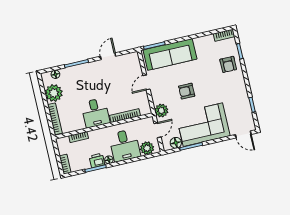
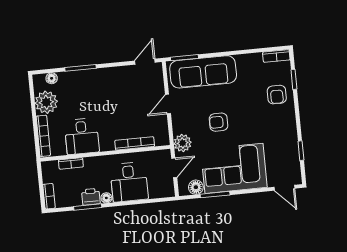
door: (108, 56) -> (145, 62), moved
desk: (95, 113) -> (82, 136), moved
plant: (147, 148) -> (158, 189), removed

